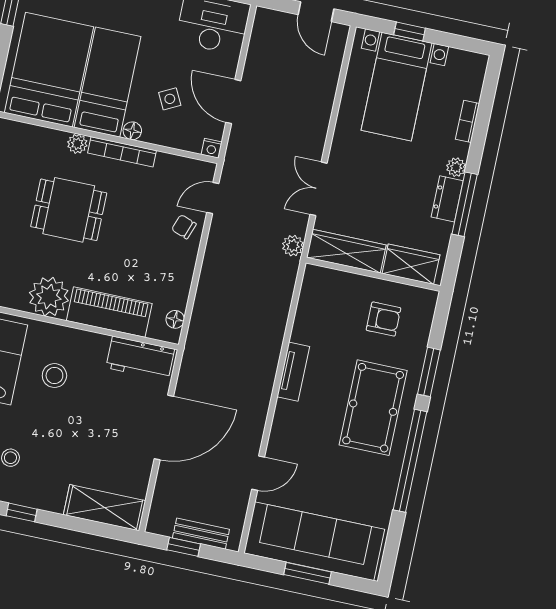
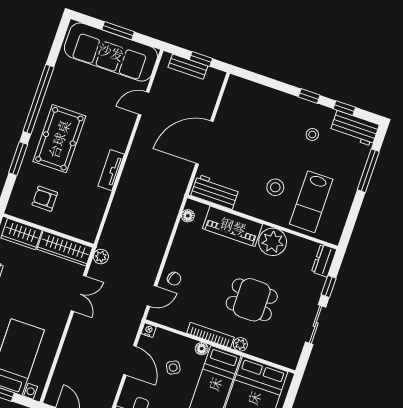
shelving: (105, 508) -> (252, 92), removed

